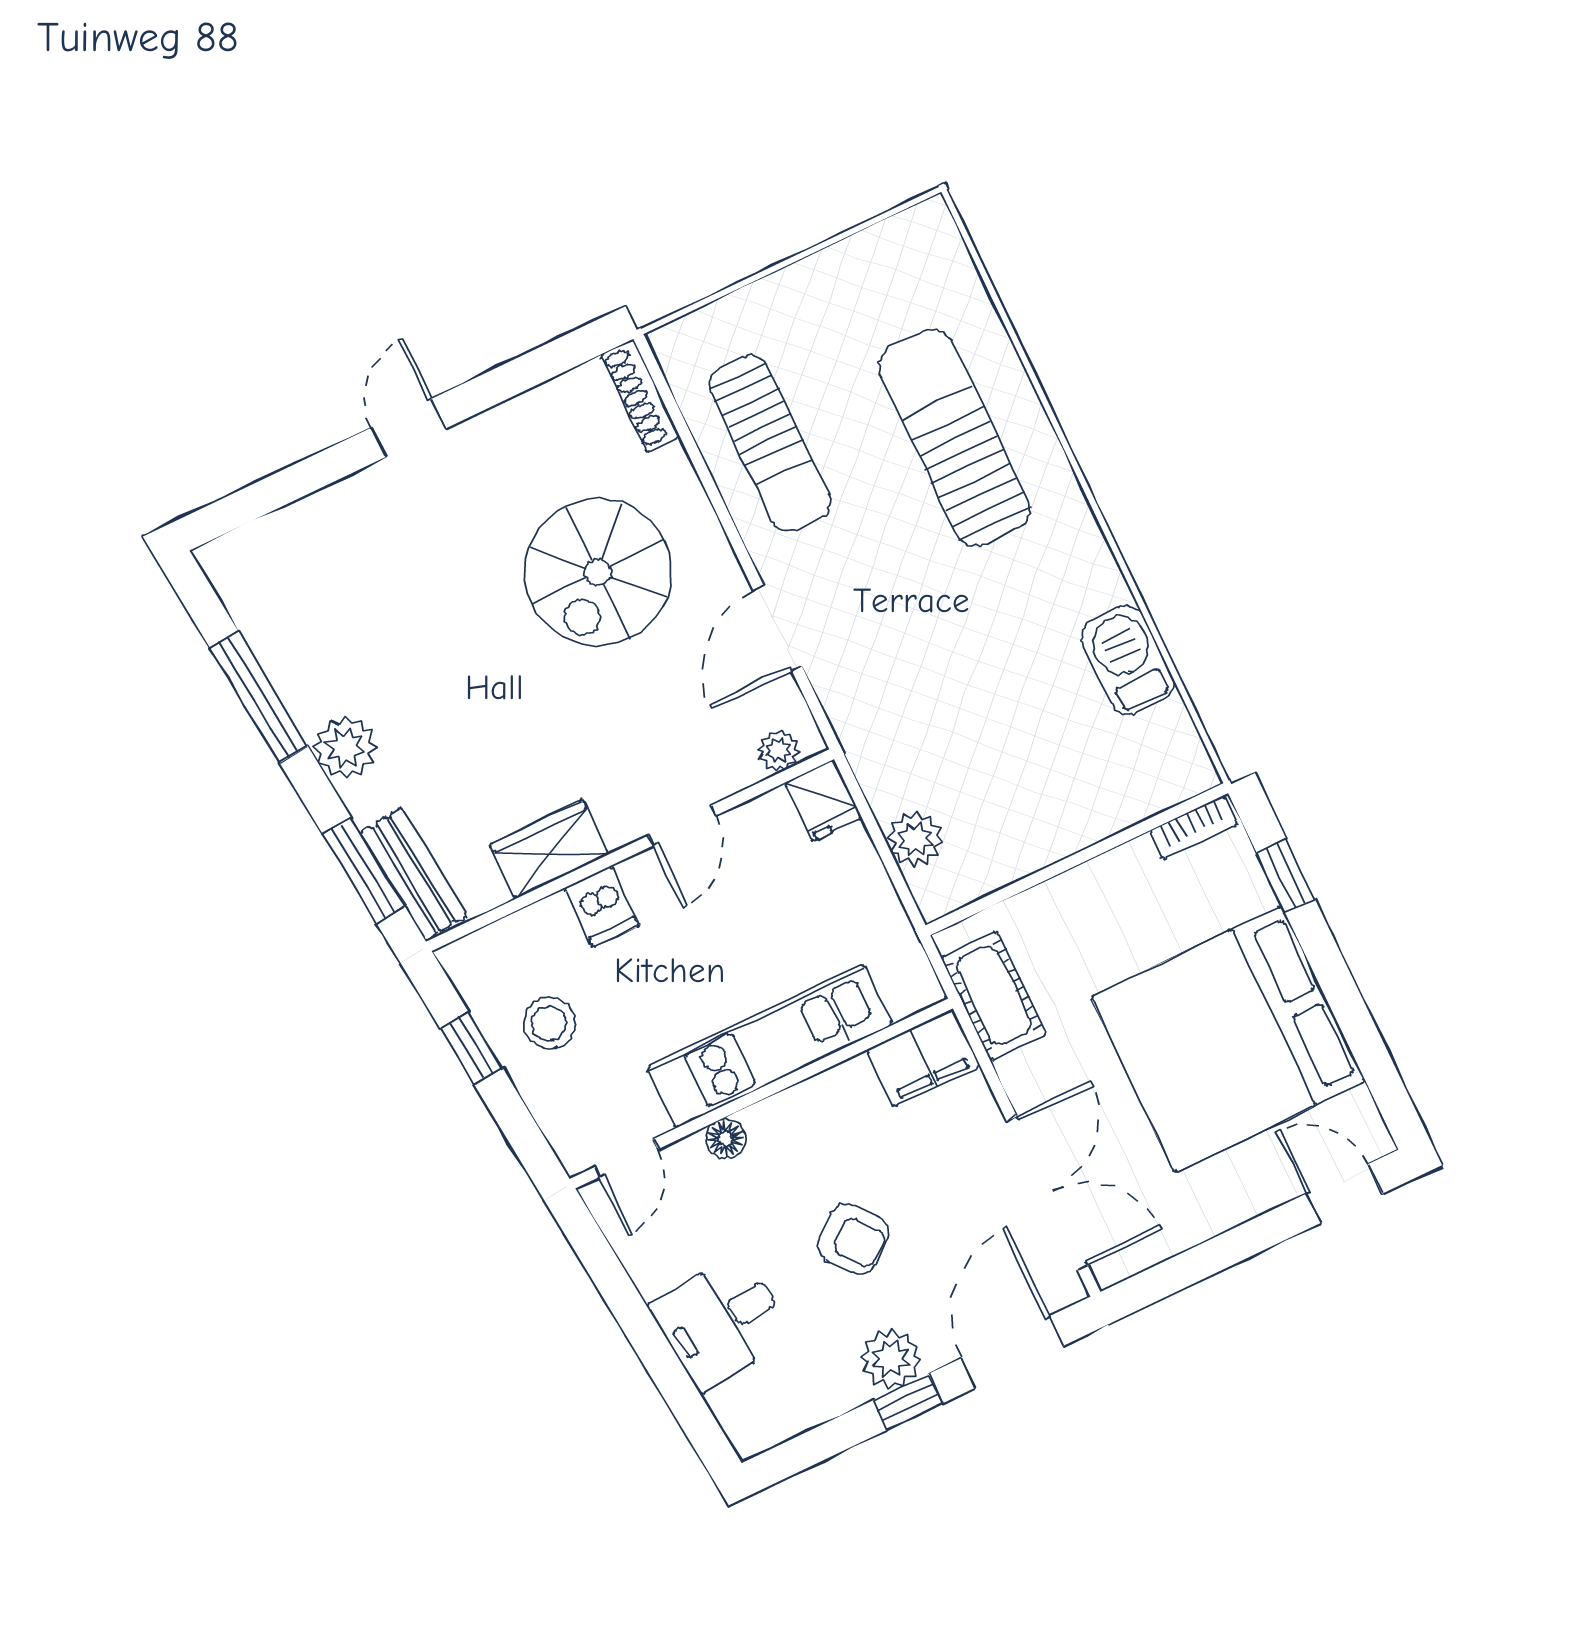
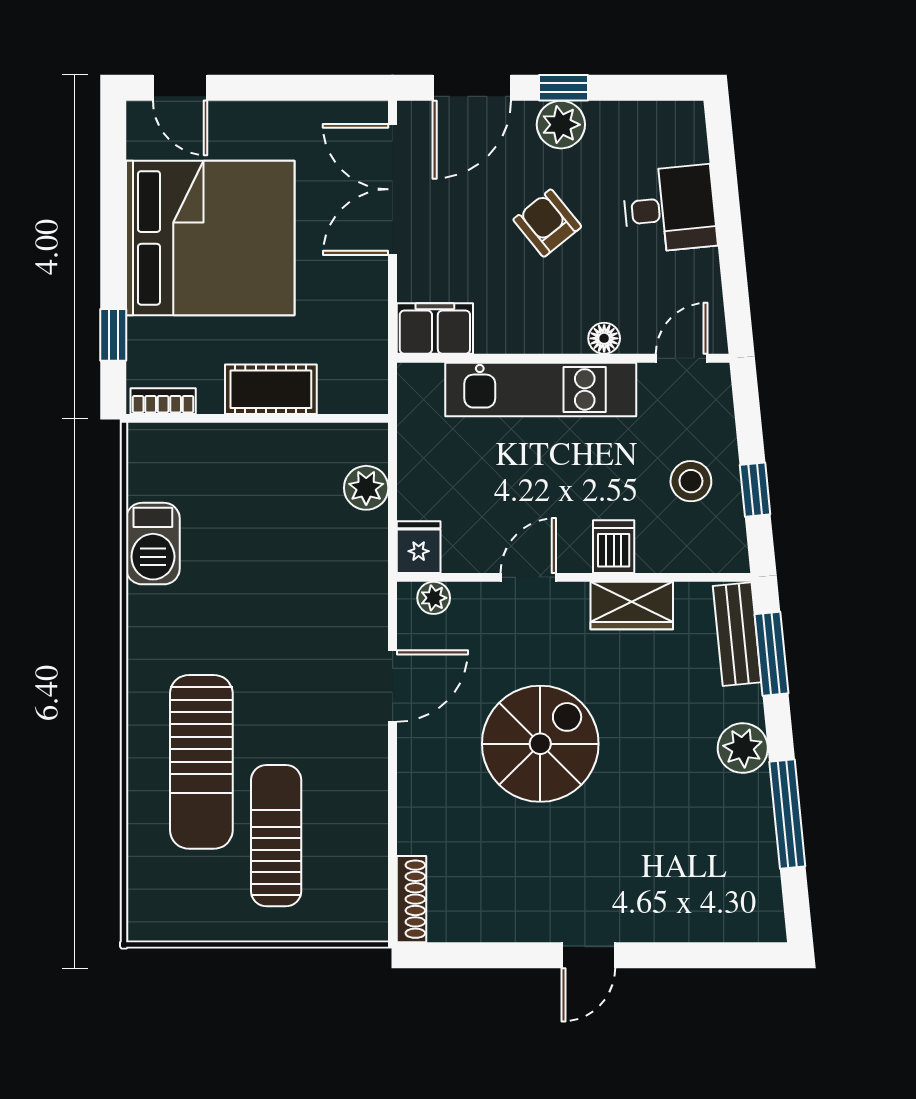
sun lounger: (770, 443) -> (276, 836), moved
spiral stairs: (598, 572) -> (540, 744), moved
cot: (994, 996) -> (271, 389), moved, turned 90

